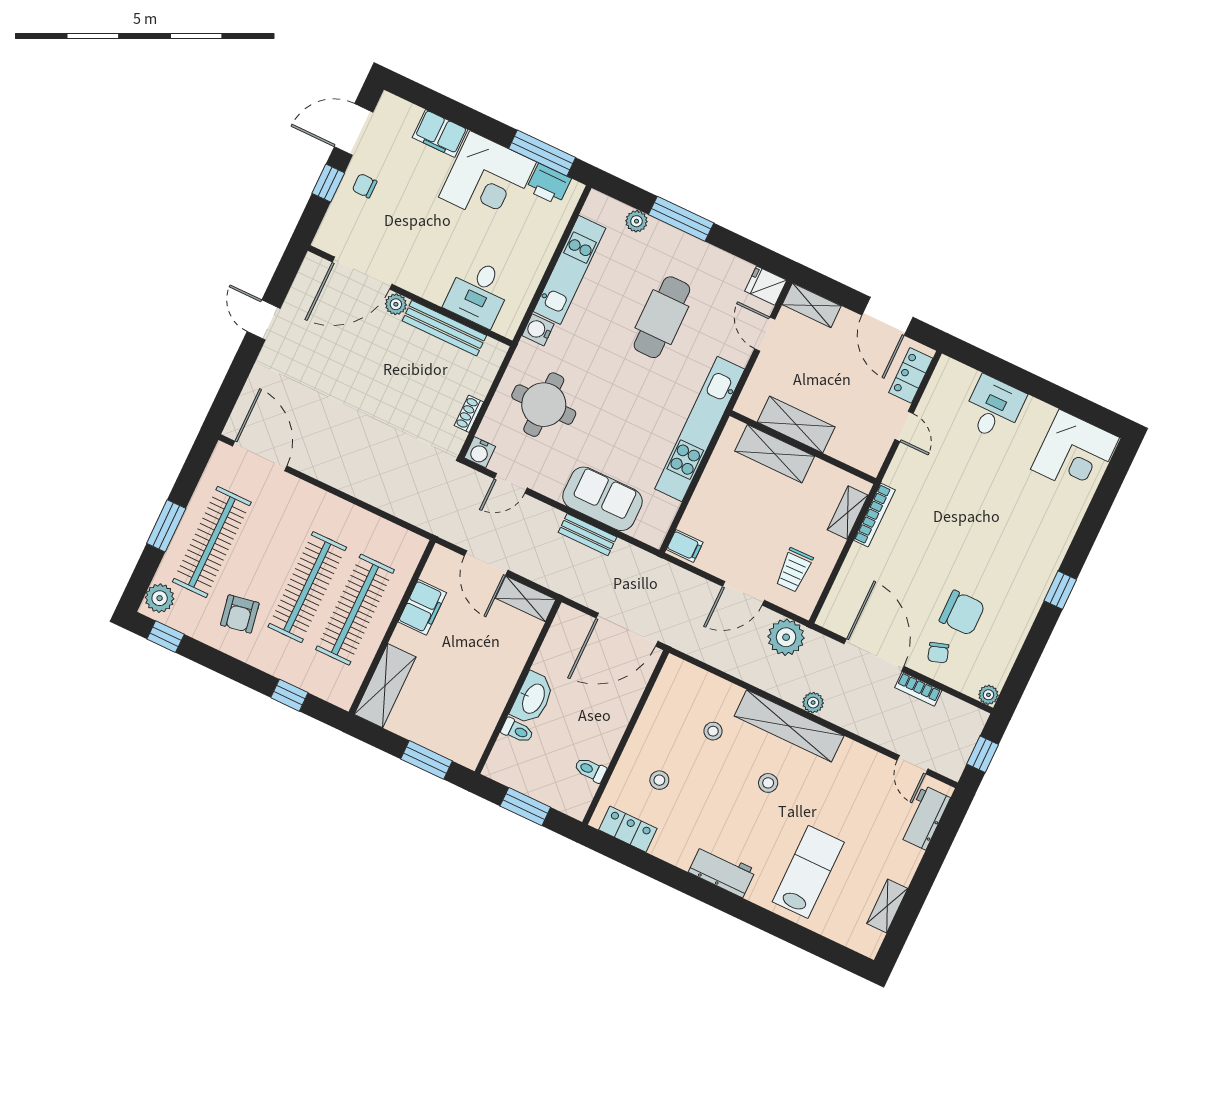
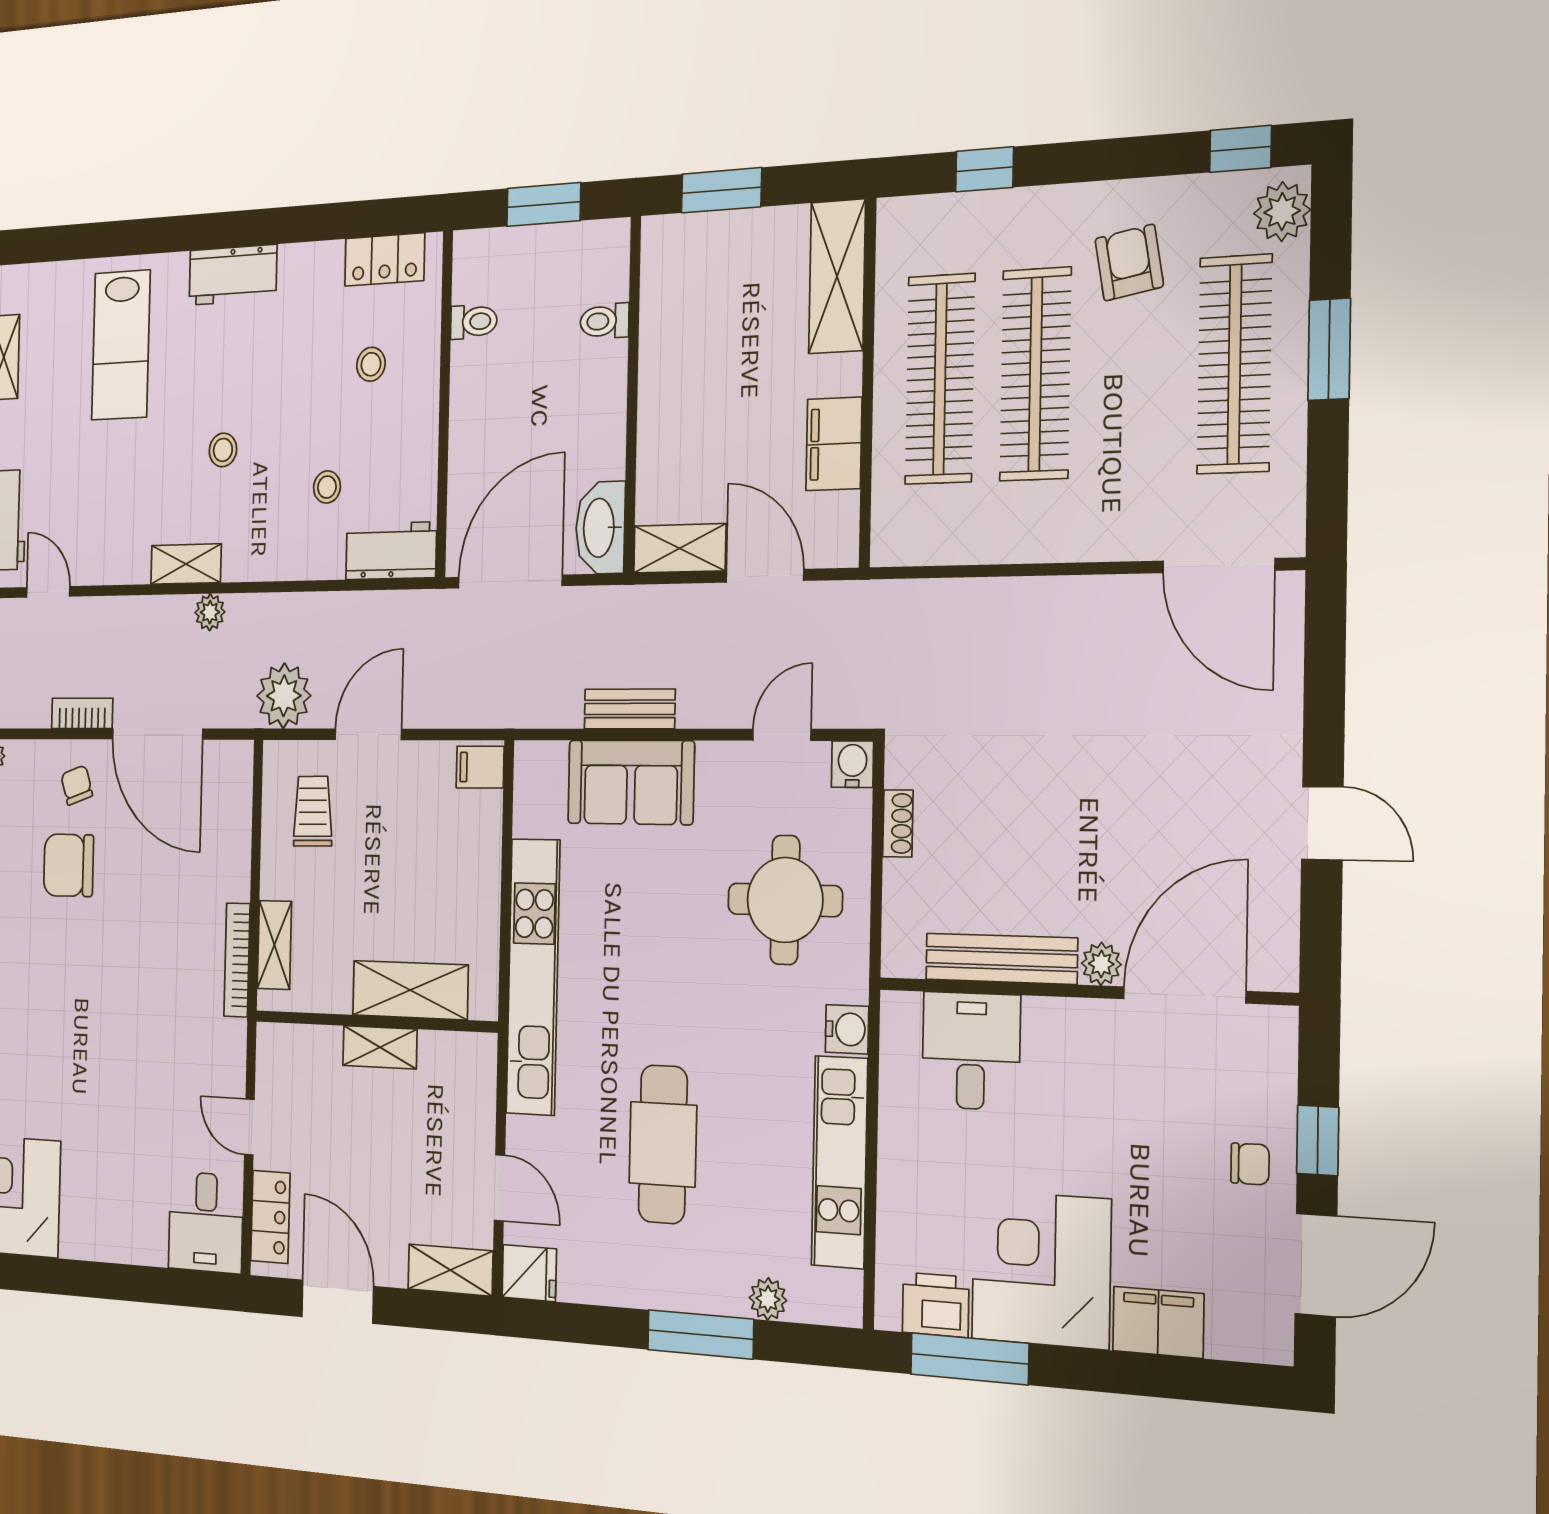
desk: (994, 408) -> (206, 1222), moved
shelving: (796, 424) -> (380, 1047), width x0.67, depth x0.75
workbench: (689, 679) -> (391, 551), added
washbasin: (533, 698) -> (600, 528), moved
shelving: (789, 726) -> (186, 564), width x0.45, depth x0.75

